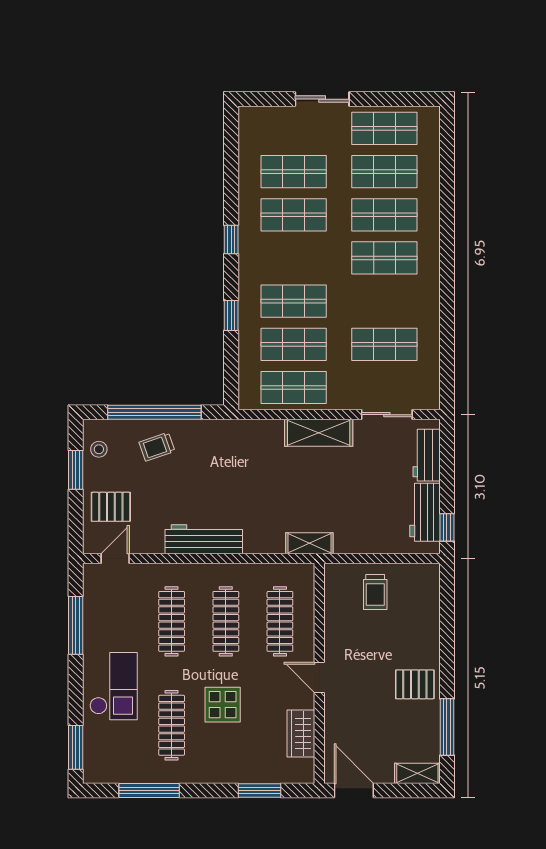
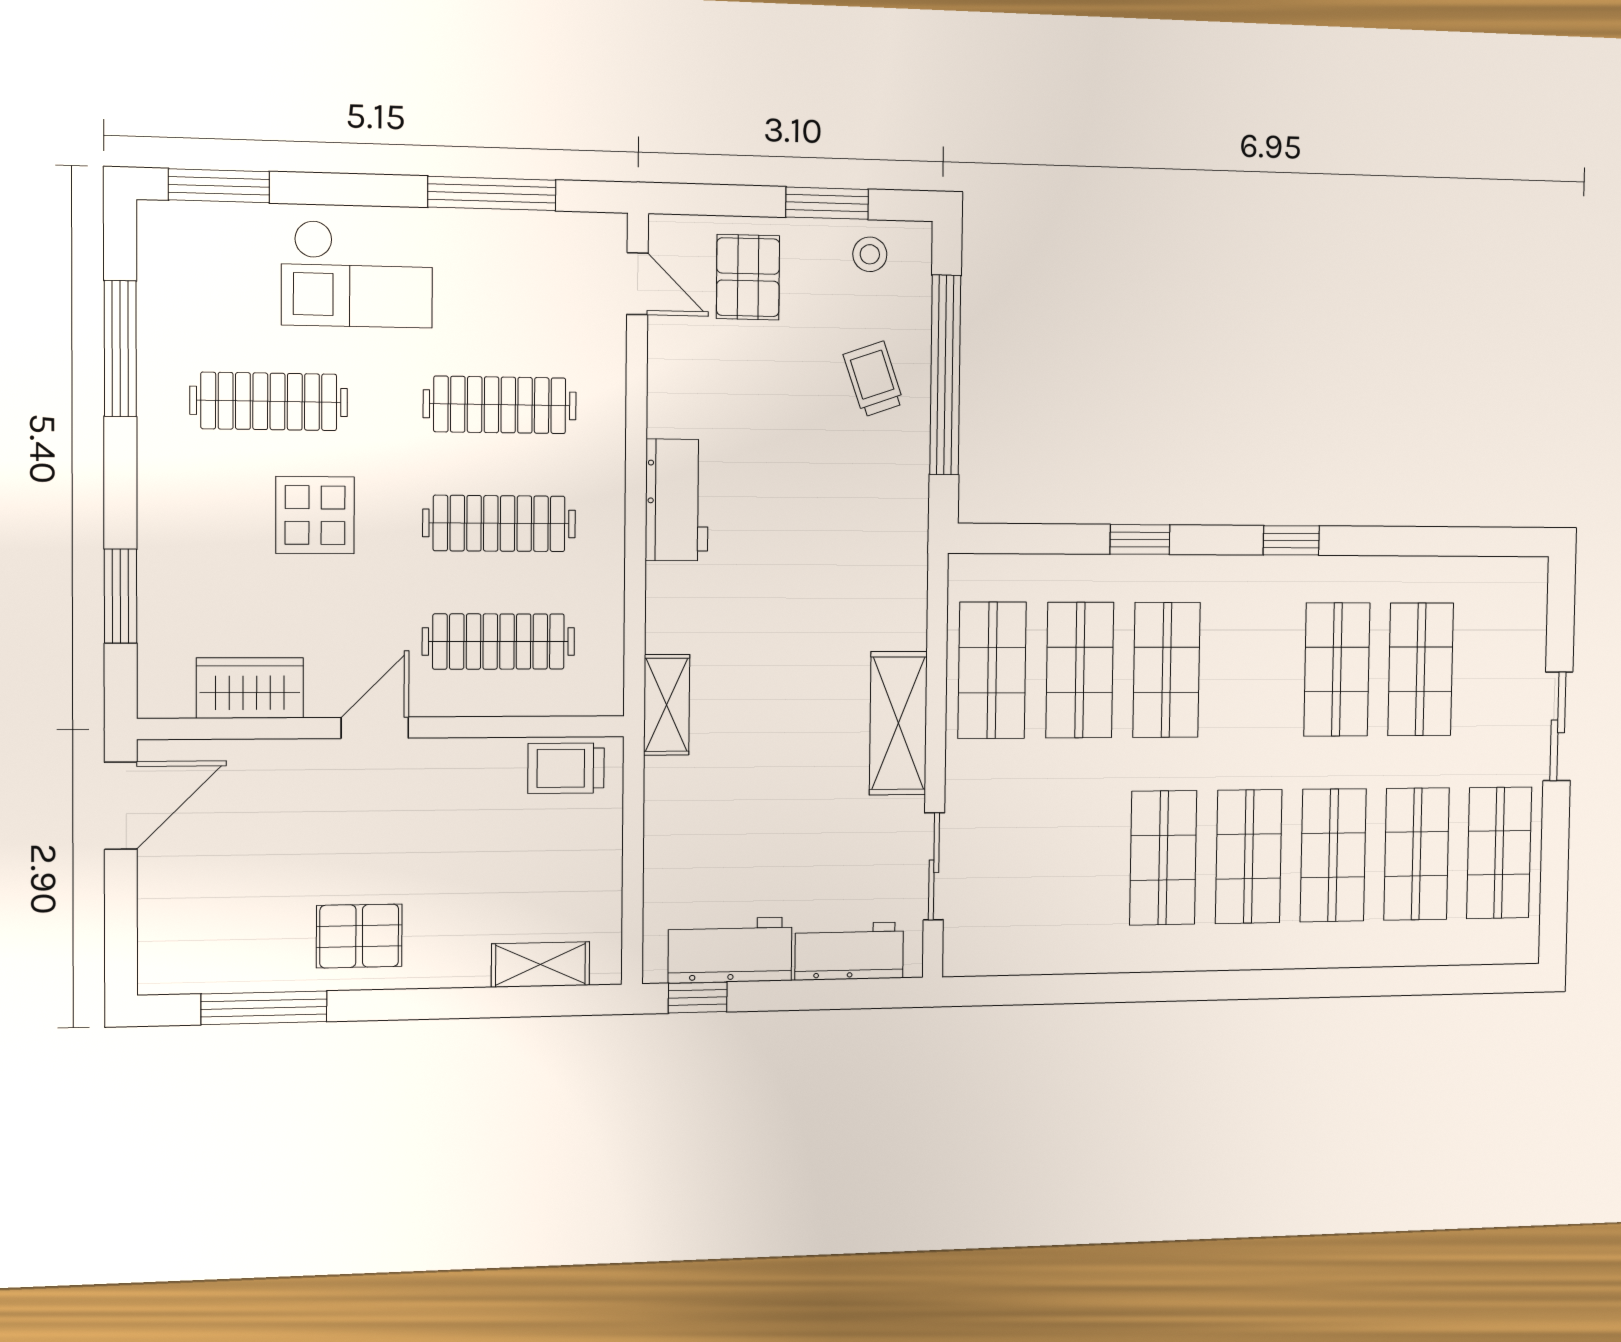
shop shelf: (384, 344) -> (1163, 858), moved
workbench: (204, 539) -> (677, 500), width x0.73
trolley: (375, 592) -> (566, 768), moved
pallet: (415, 684) -> (359, 936), turned 90
shelving: (417, 773) -> (540, 965), moved, turned 90

